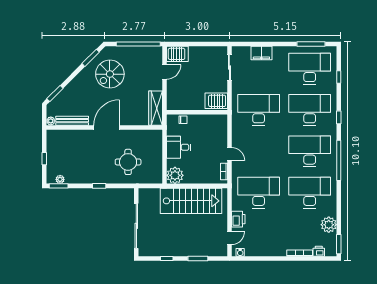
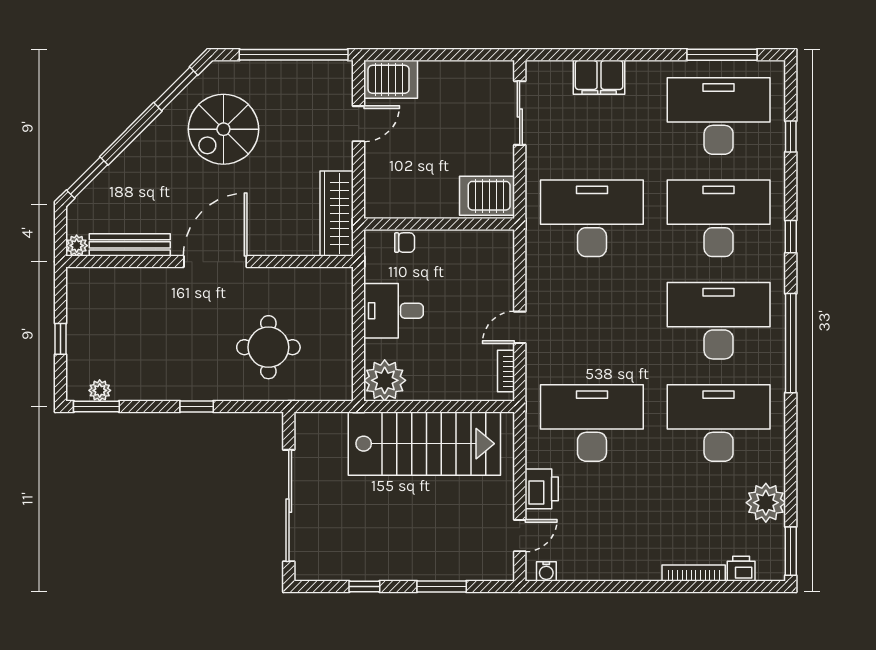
door: (229, 154) -> (520, 327), swing flipped

